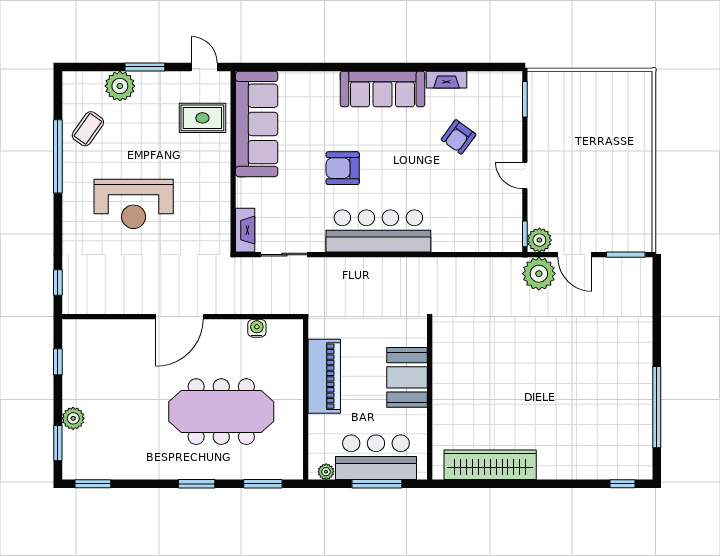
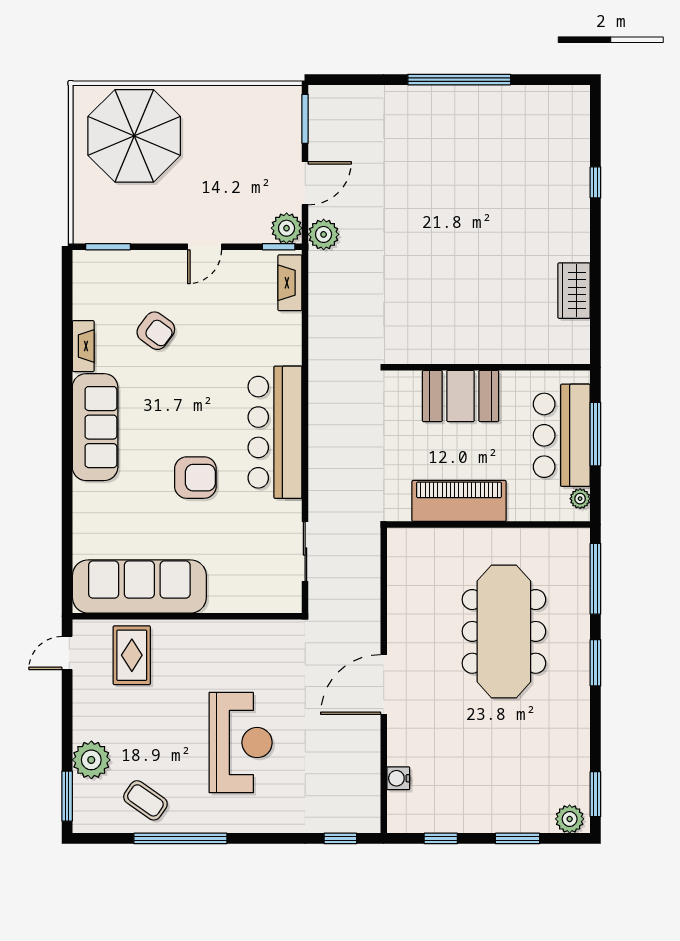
window: (145, 67) -> (67, 796), moved
parasol: (612, 120) -> (134, 136), added
armchair: (343, 168) -> (195, 478), turned -90
fireplace: (245, 230) -> (290, 283), moved, turned -90
plant: (539, 274) -> (324, 234), width x0.73, depth x0.73
door: (179, 317) -> (384, 684), swing flipped
water cooler: (257, 328) -> (398, 778), moved
window: (657, 407) -> (459, 80), moved
plant: (73, 418) -> (570, 819), moved
window: (58, 443) -> (517, 838), moved
wardrobe: (490, 465) -> (574, 291), width x0.48, depth x0.85
window: (263, 484) -> (595, 579), width x1.44
window: (623, 484) -> (595, 182), moved

